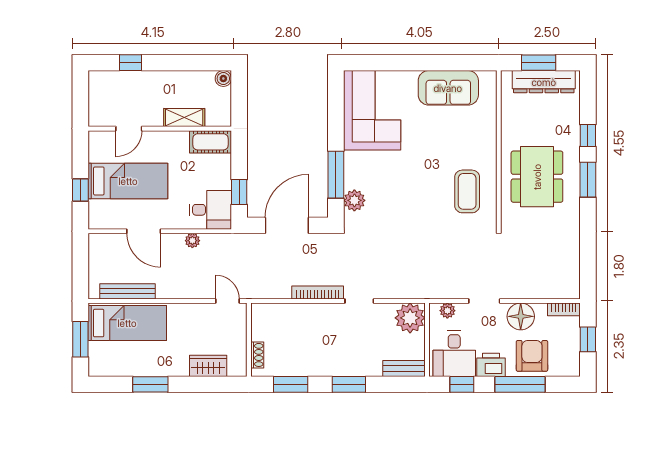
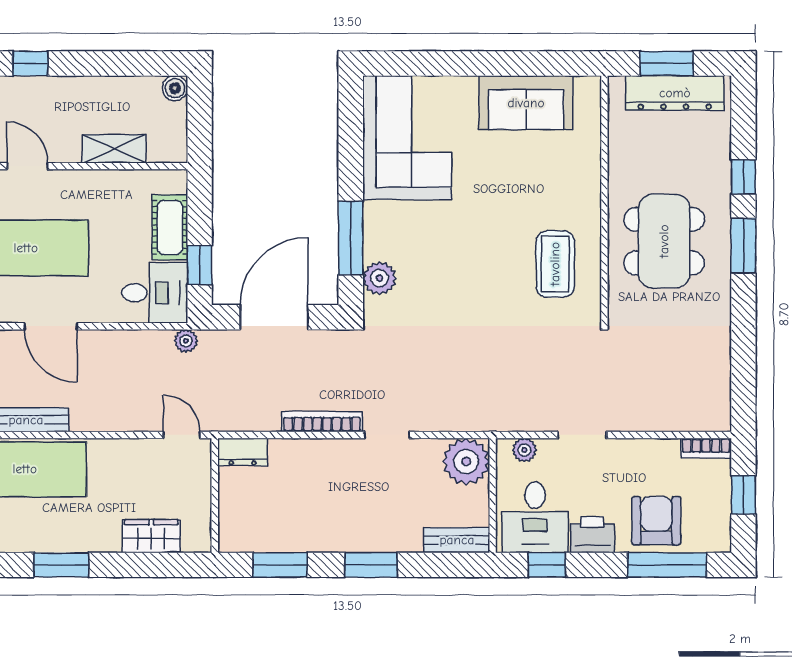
door: (129, 129) -> (27, 166), swing flipped
cot: (211, 142) -> (170, 227), moved, turned 90
plant: (192, 241) -> (186, 341), moved
dresser: (267, 312) -> (243, 452), added
floor lamp: (521, 316) -> (639, 459), removed
shoe rack: (257, 355) -> (228, 519), removed
window: (520, 384) -> (667, 565), moved

